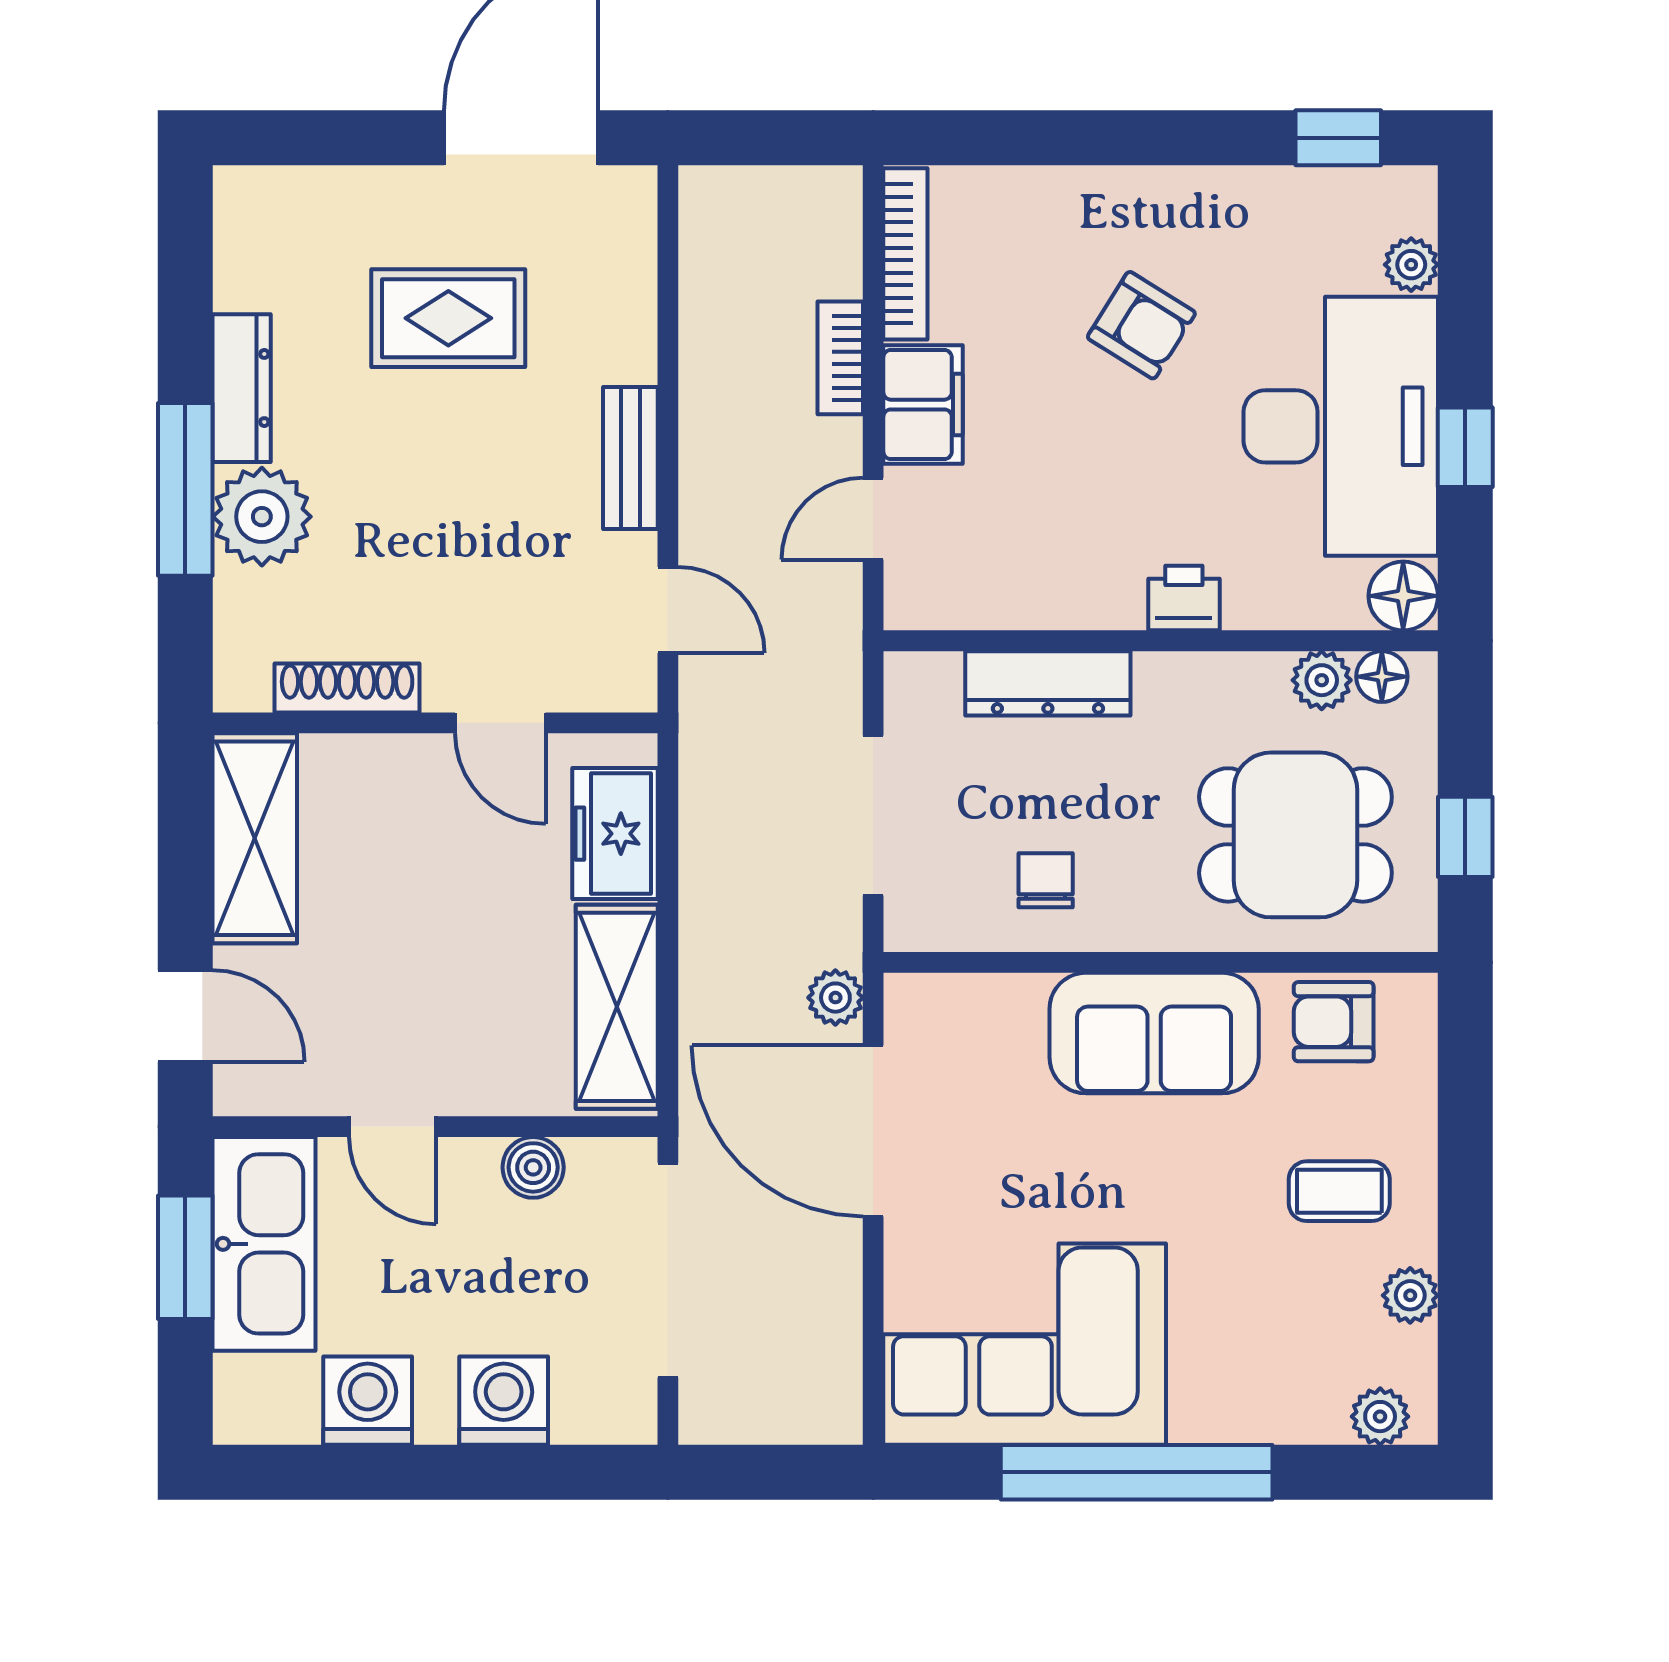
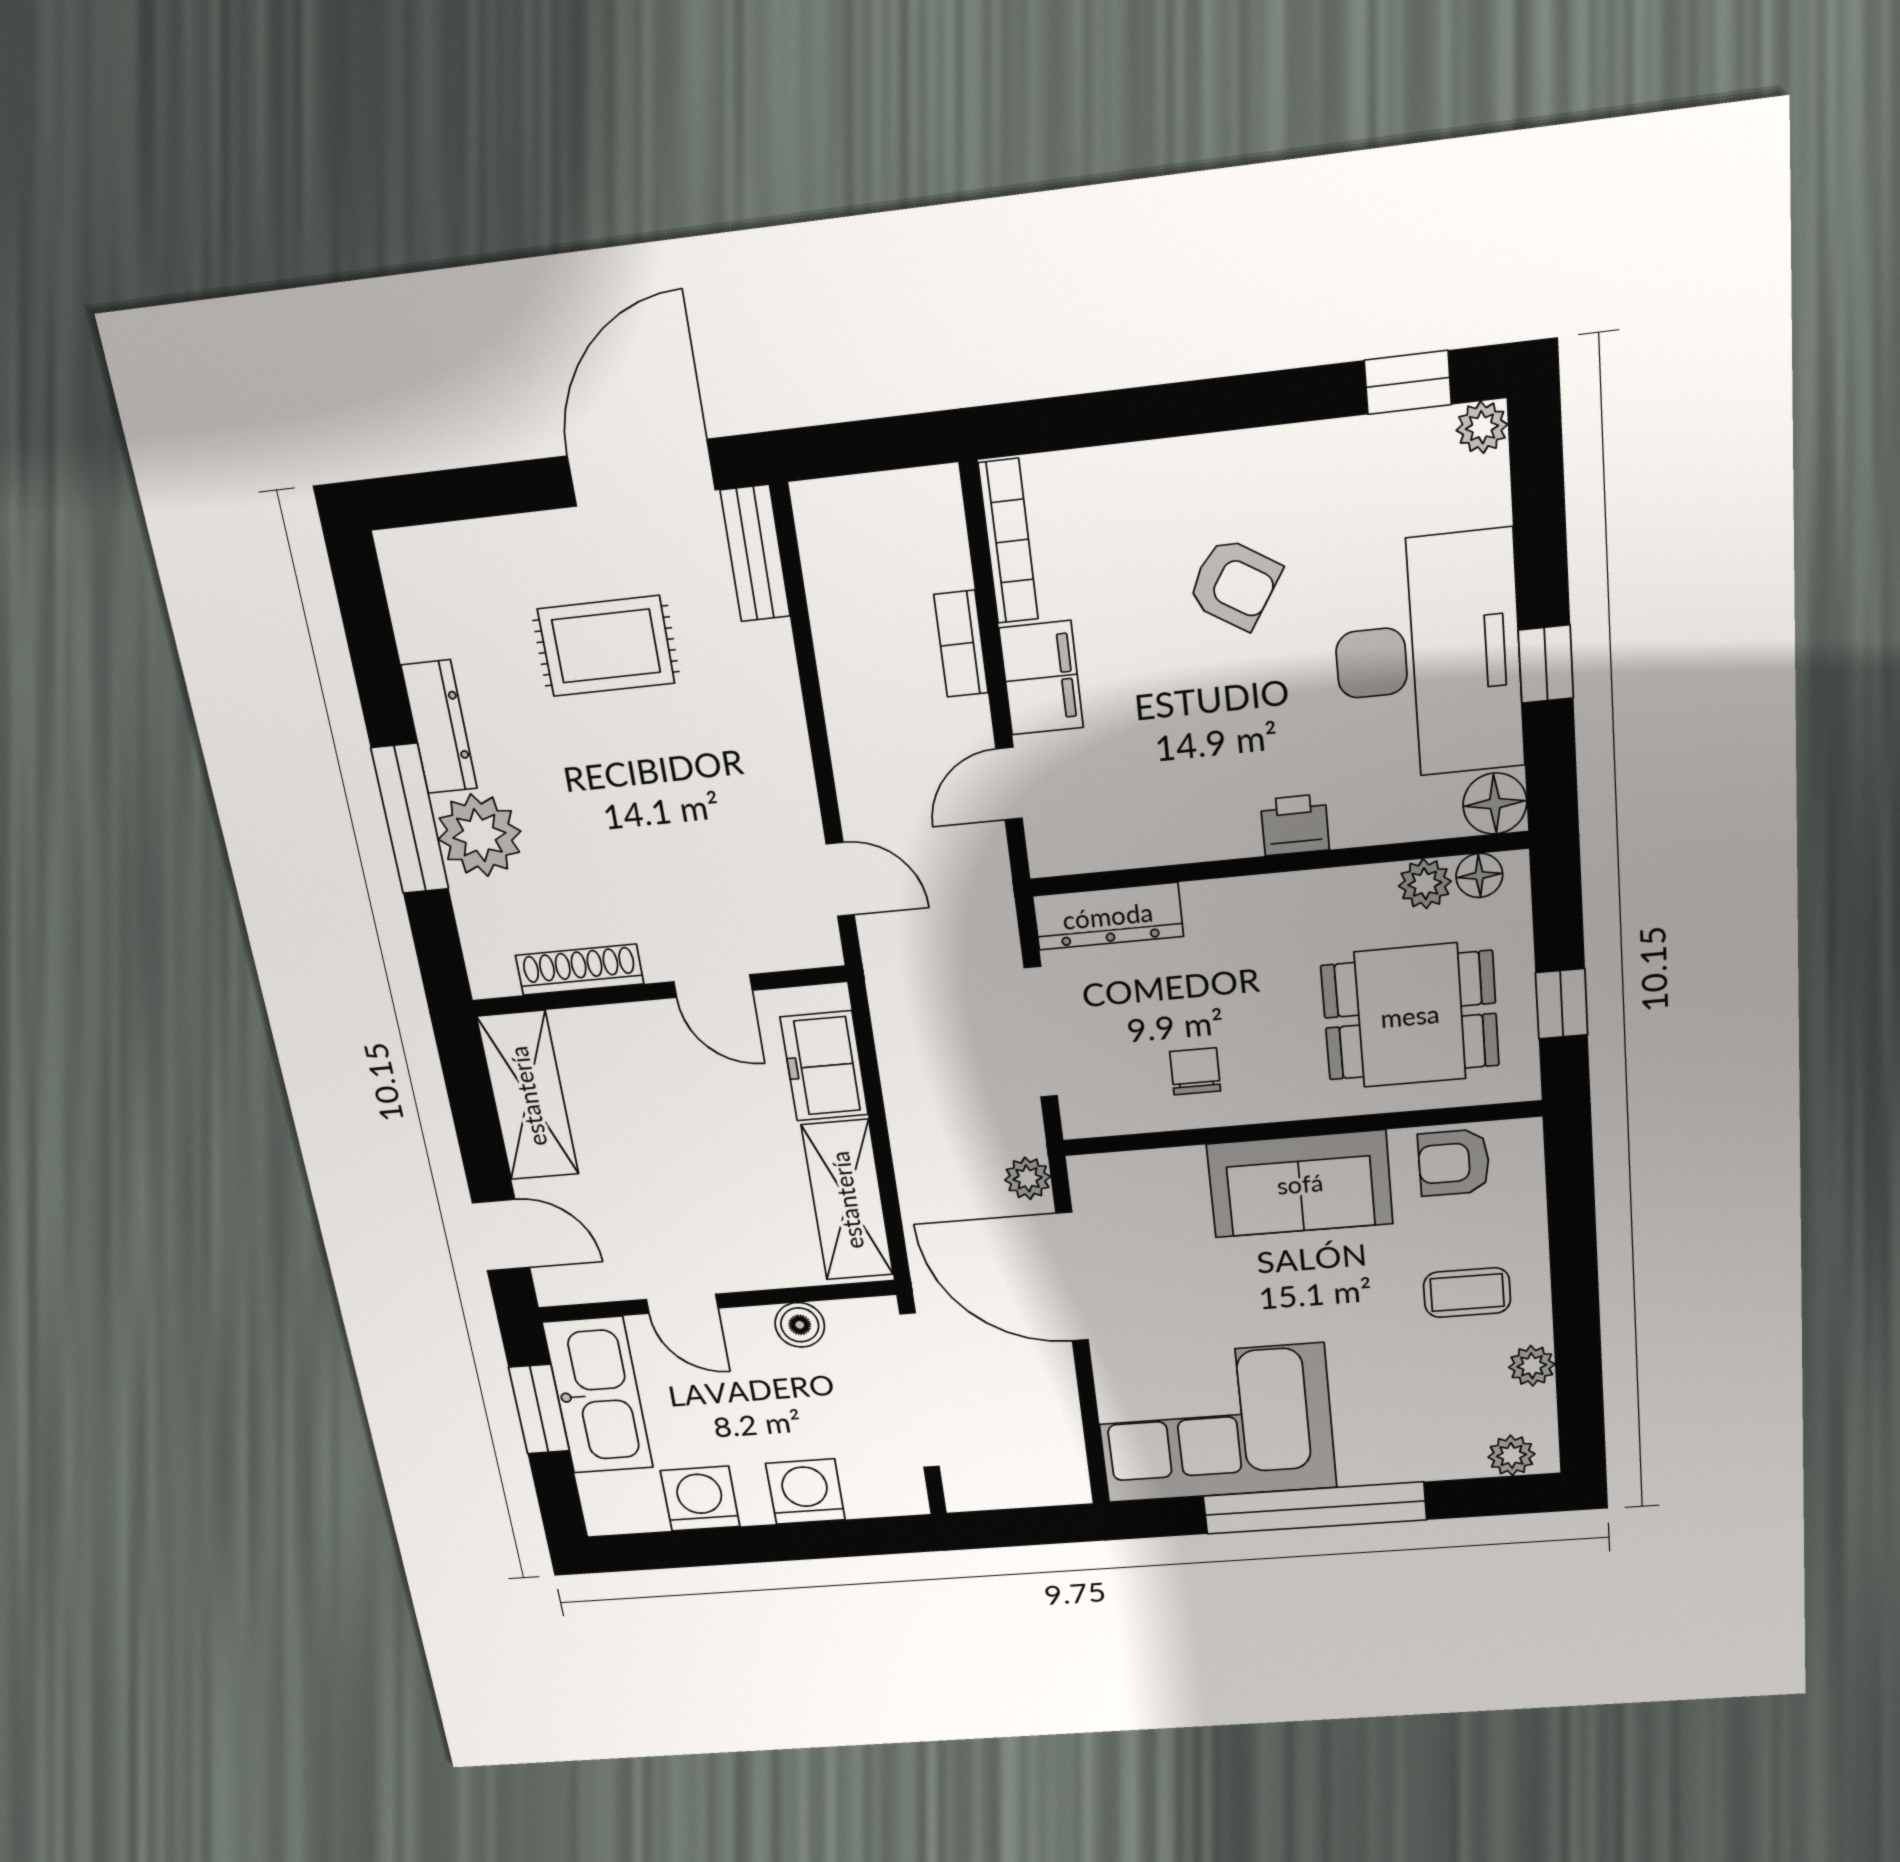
plant: (1411, 265) -> (1482, 427), moved
bench: (630, 458) -> (755, 553), moved
dresser: (1048, 683) -> (1108, 916), moved

